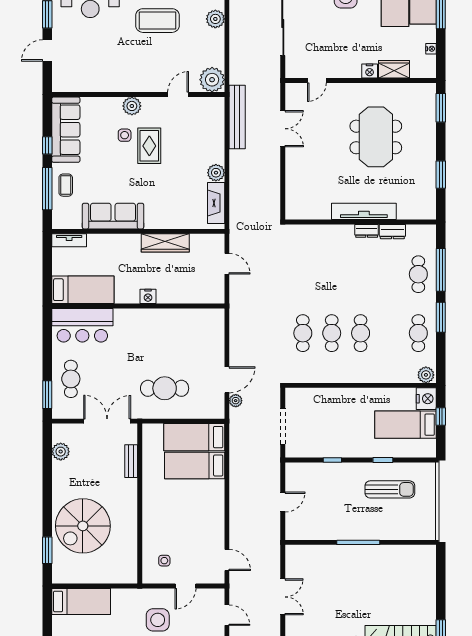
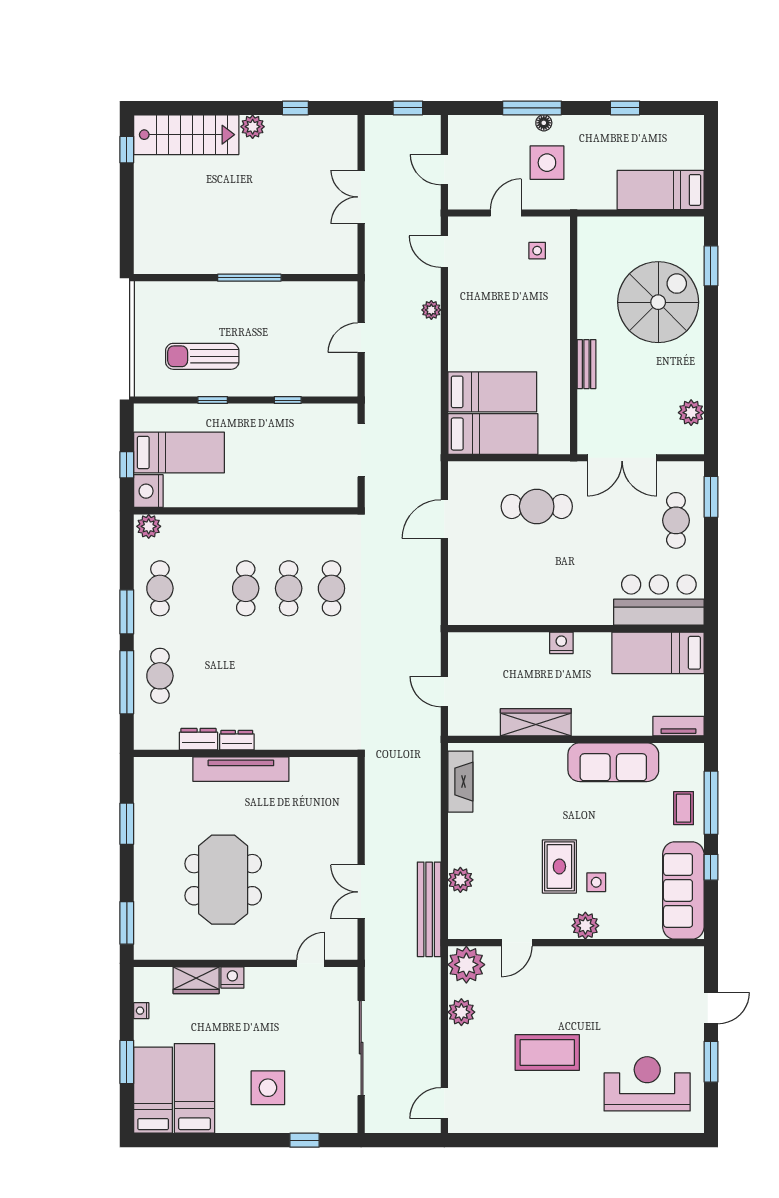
plant: (215, 19) -> (461, 1012), moved
plant: (216, 173) -> (460, 880), moved
plant: (236, 401) -> (431, 310), moved
bench: (131, 461) -> (586, 364), moved

